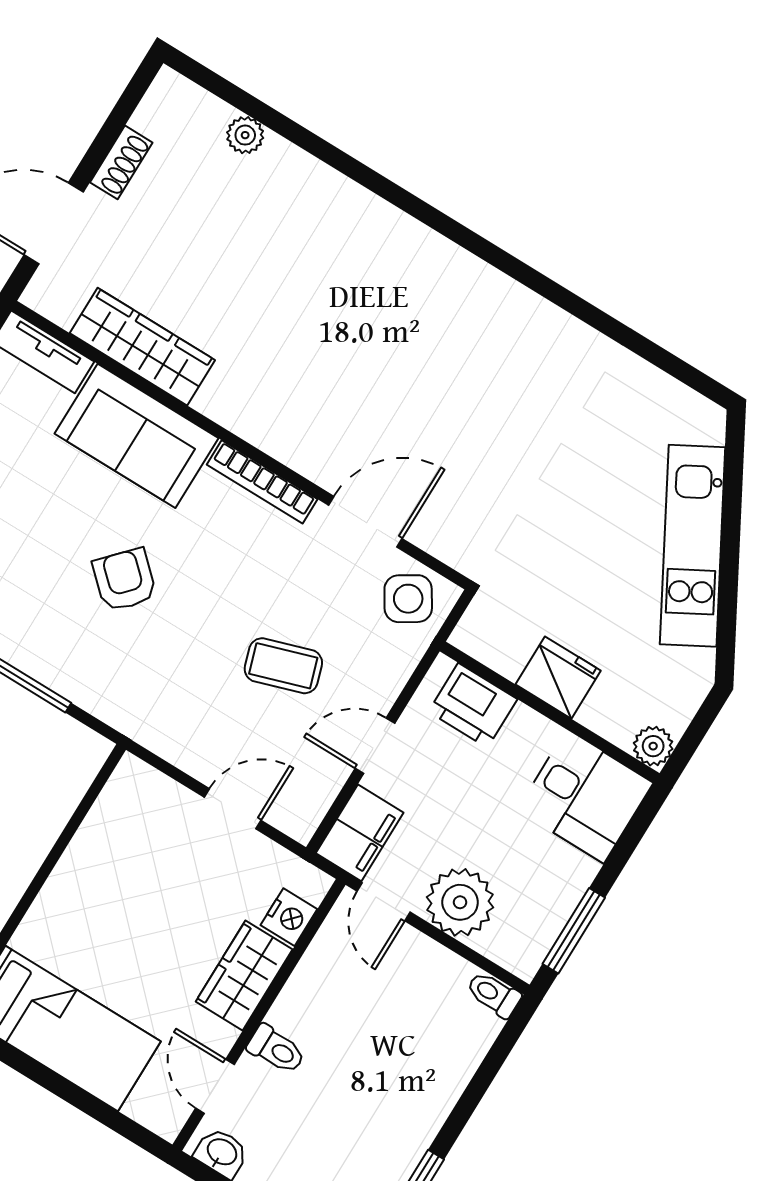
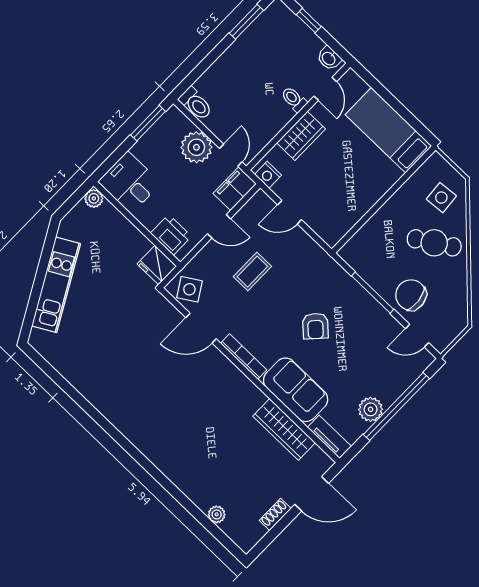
coffee table: (283, 666) -> (252, 272), turned -72
fridge: (558, 678) -> (157, 265), moved
nightstand: (289, 917) -> (268, 175), moved, turned -90
toilet: (494, 994) -> (196, 104), width x1.37, depth x1.39

